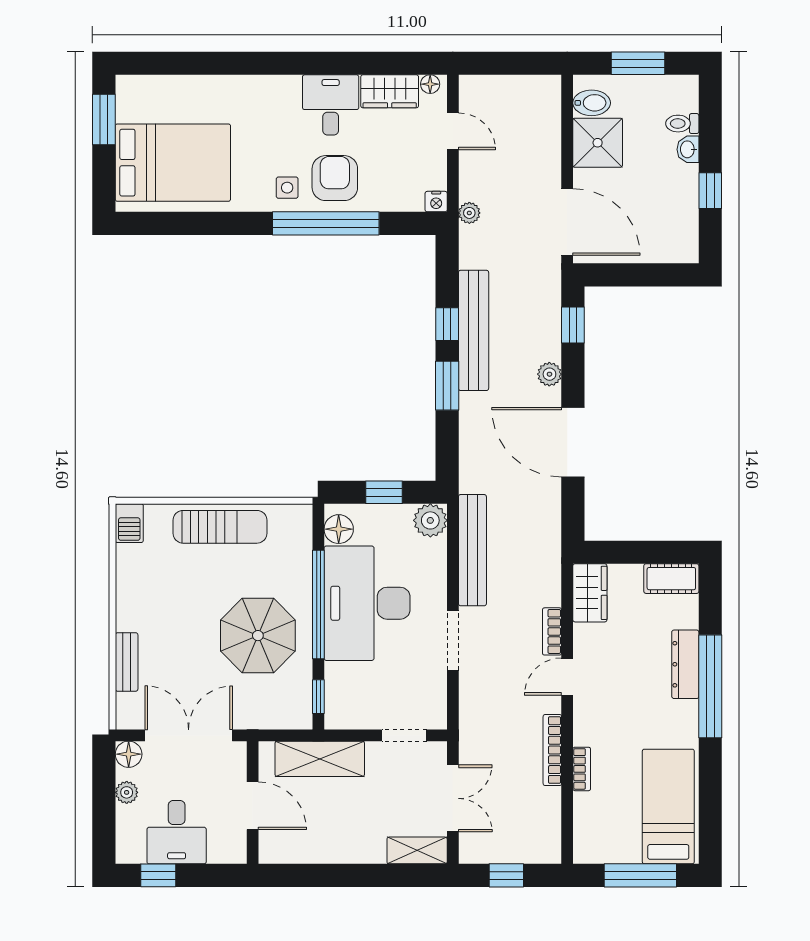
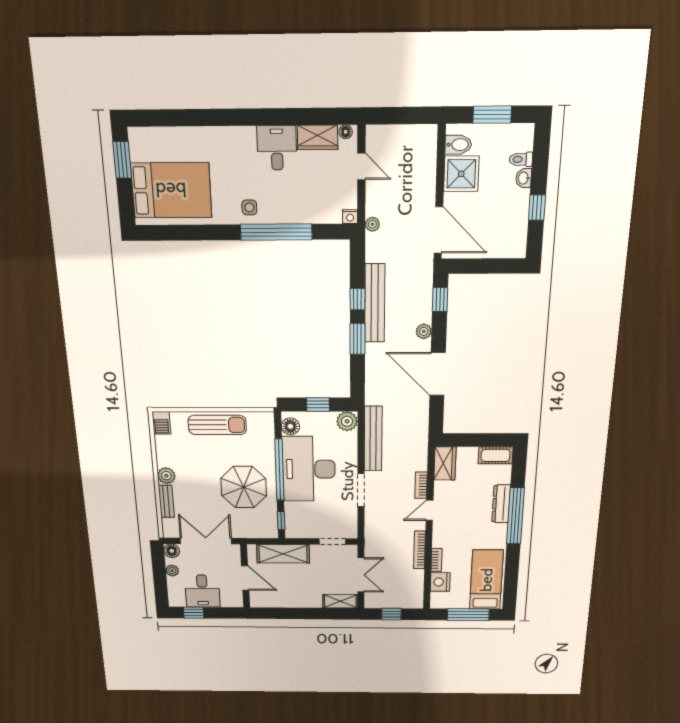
armchair: (335, 178) -> (281, 200), removed
plant: (130, 615) -> (166, 476), added
nightstand: (589, 811) -> (440, 582), added

